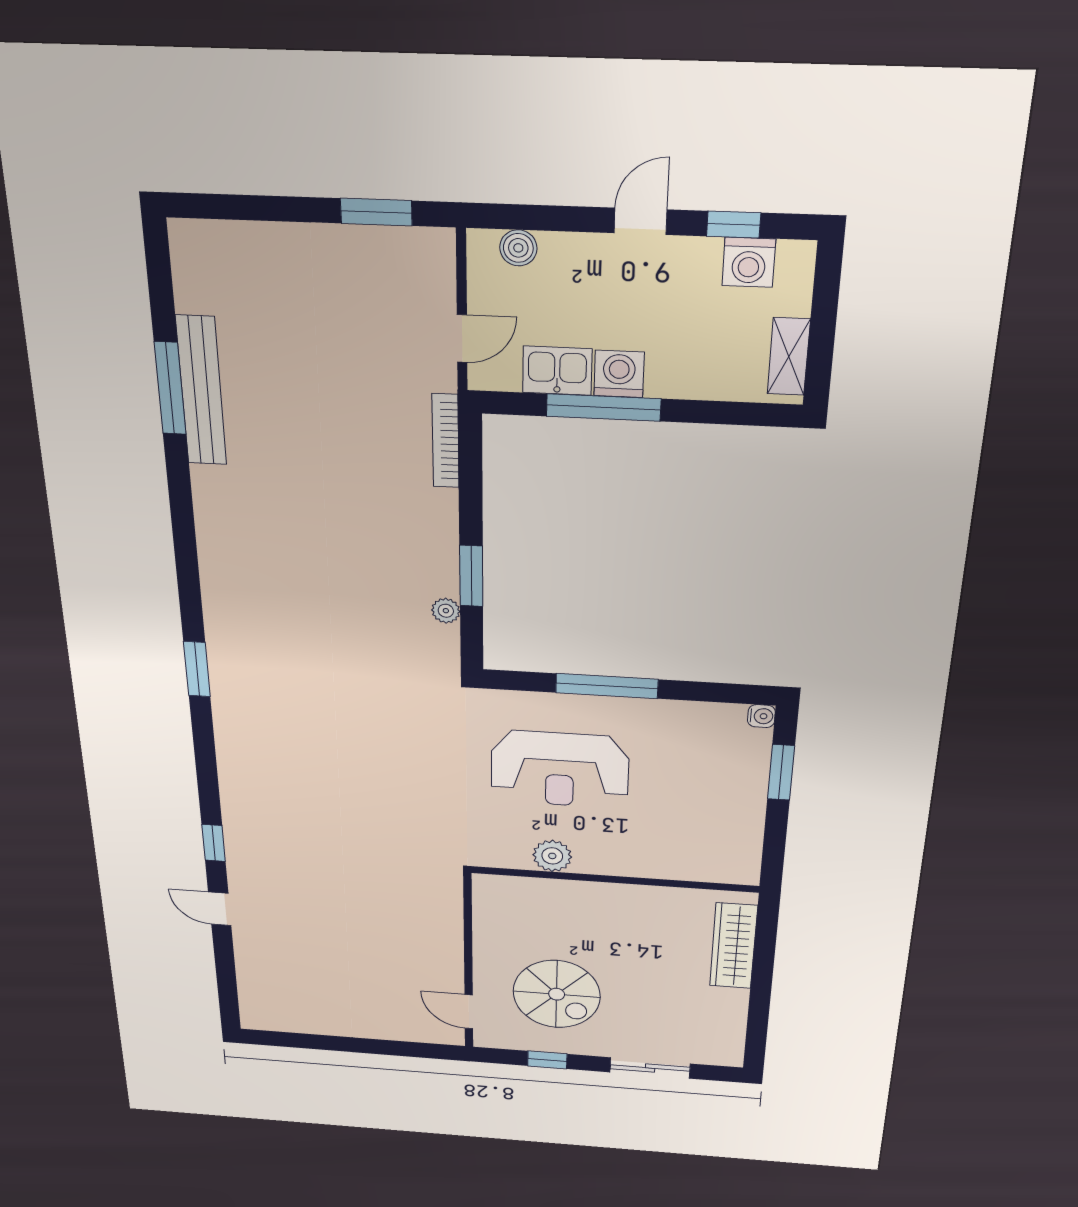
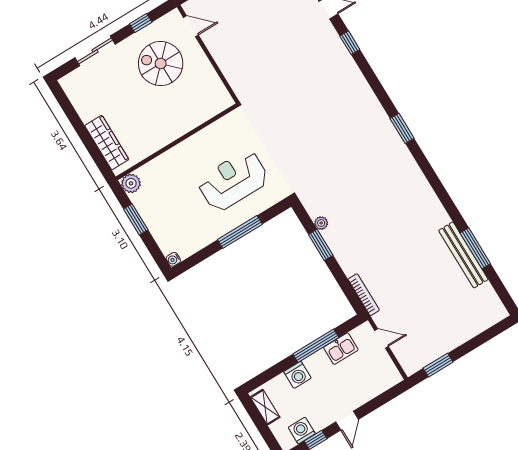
boiler: (518, 248) -> (382, 384), removed
door: (462, 339) -> (381, 338), swing flipped
washing machine: (619, 374) -> (297, 375), moved
window: (781, 772) -> (136, 219), moved
plant: (552, 856) -> (131, 183), moved

